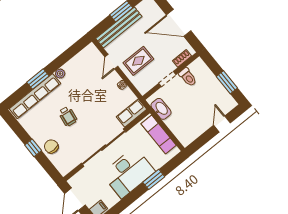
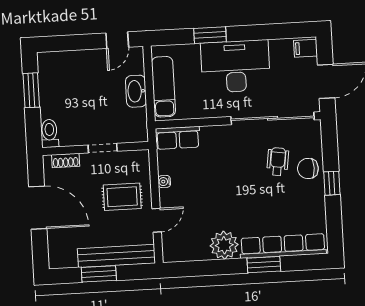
plant: (60, 74) -> (224, 245), width x1.87, depth x1.87
toilet: (188, 77) -> (50, 133), moved
washbasin: (161, 109) -> (136, 91), moved
wheelchair: (68, 116) -> (278, 162), moved
door: (222, 124) -> (117, 40), moved
chair: (51, 146) -> (308, 168), turned 90
sliding door: (104, 148) -> (273, 118), moved

